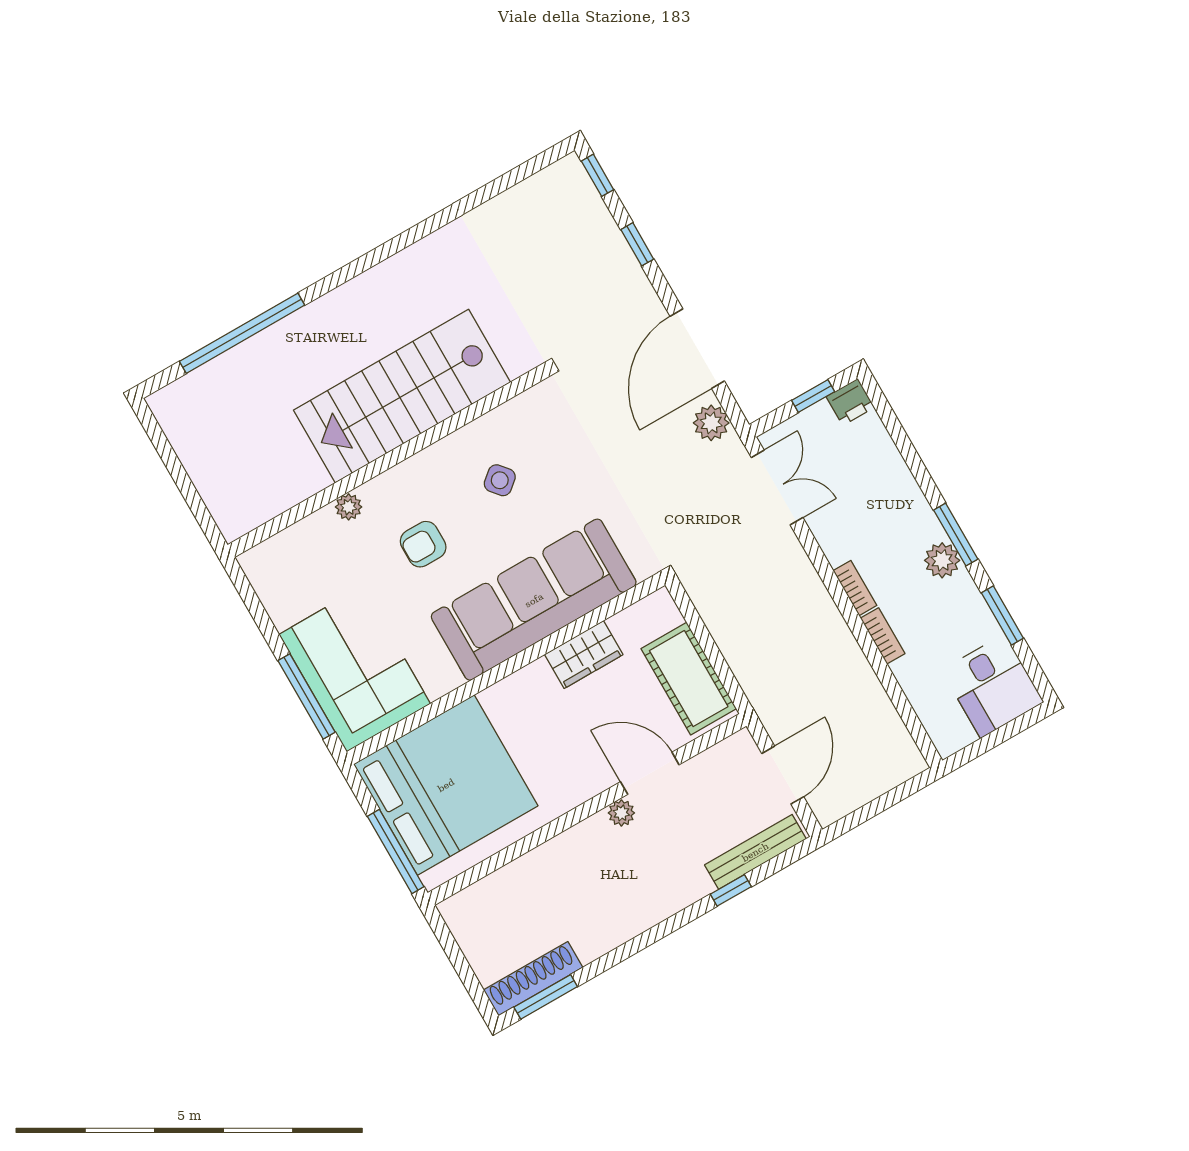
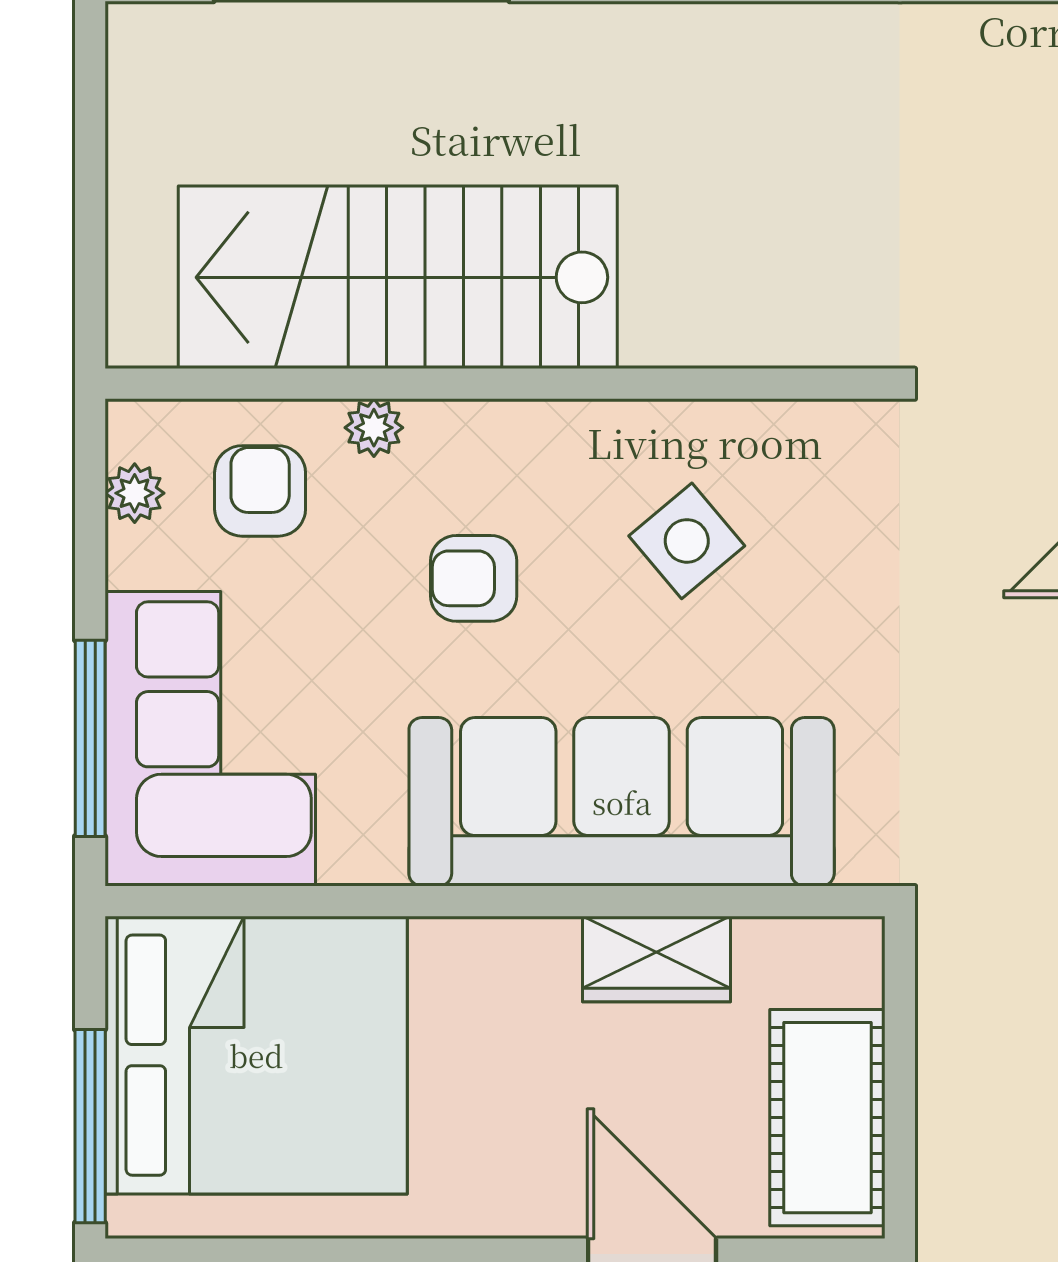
stairs: (402, 396) -> (398, 277), moved
side table: (500, 480) -> (687, 541), width x1.37, depth x1.37
armchair: (318, 558) -> (260, 491), added
plant: (268, 588) -> (135, 493), added

